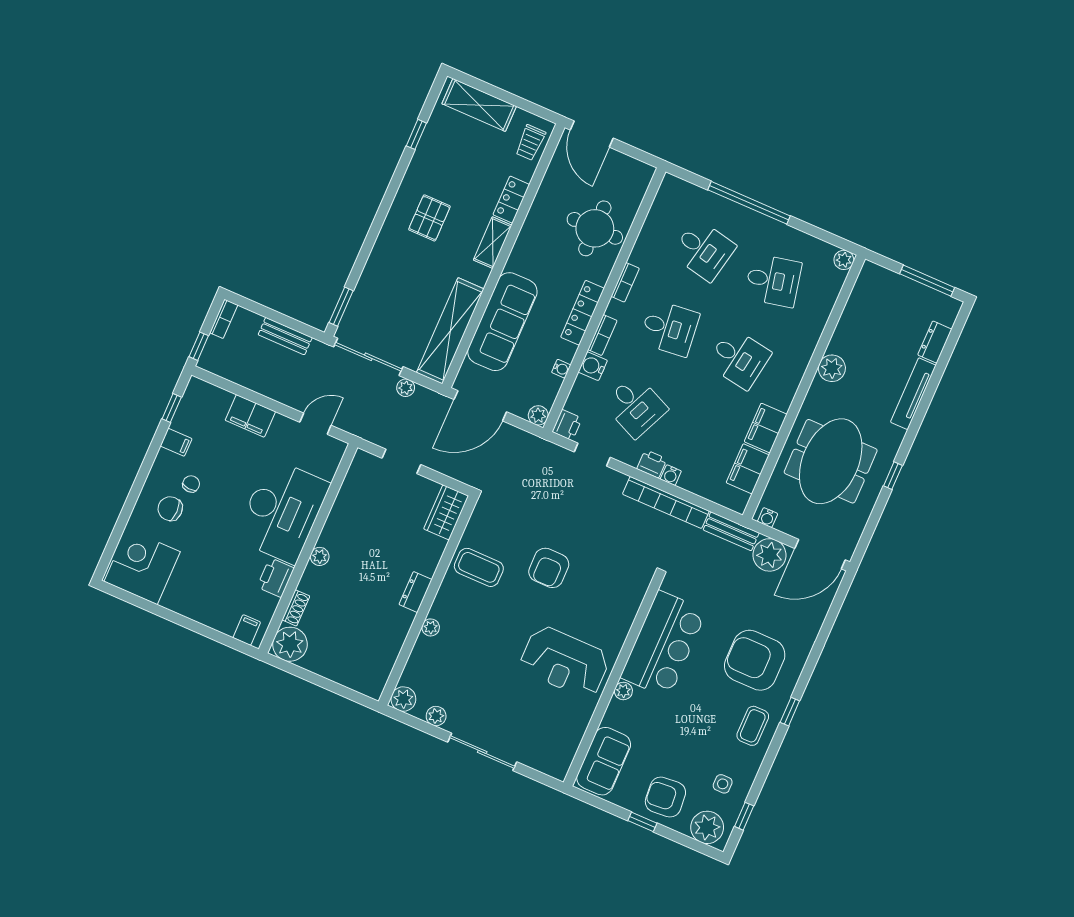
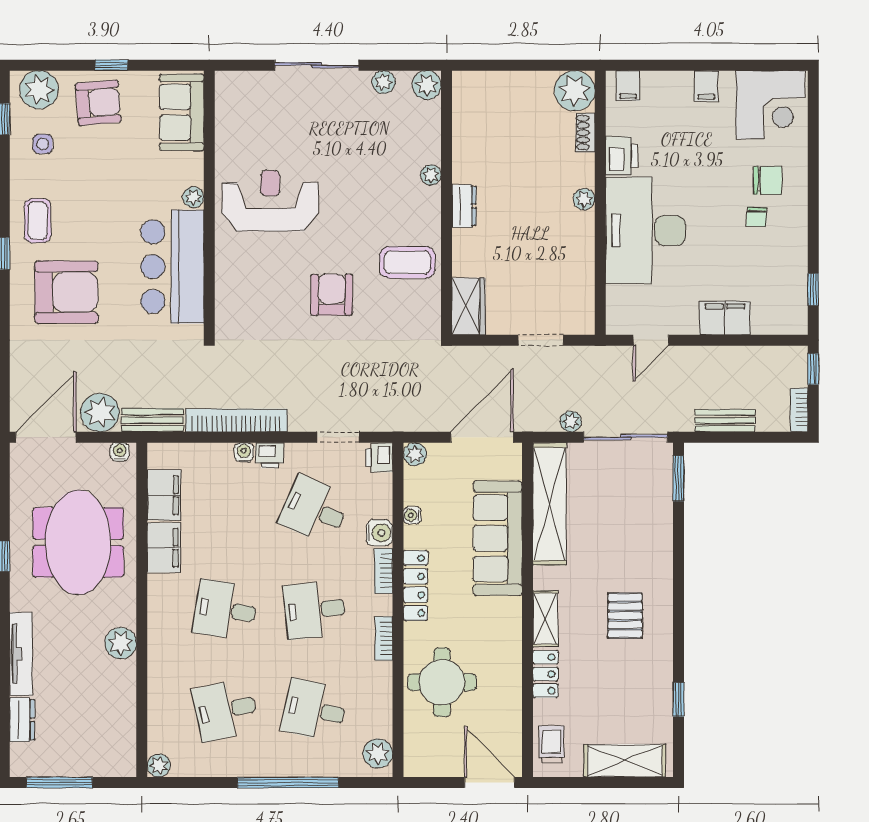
plant: (669, 195) -> (378, 753), added
filing cabinet: (176, 442) -> (706, 86), moved, turned -90

